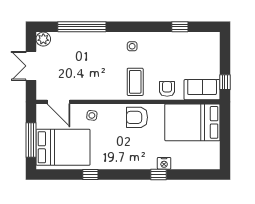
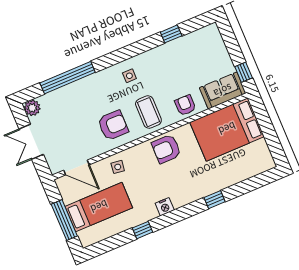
armchair: (102, 80) -> (113, 125), added
bed: (63, 147) -> (99, 207), width x0.67
nightstand: (164, 163) -> (165, 207), moved

